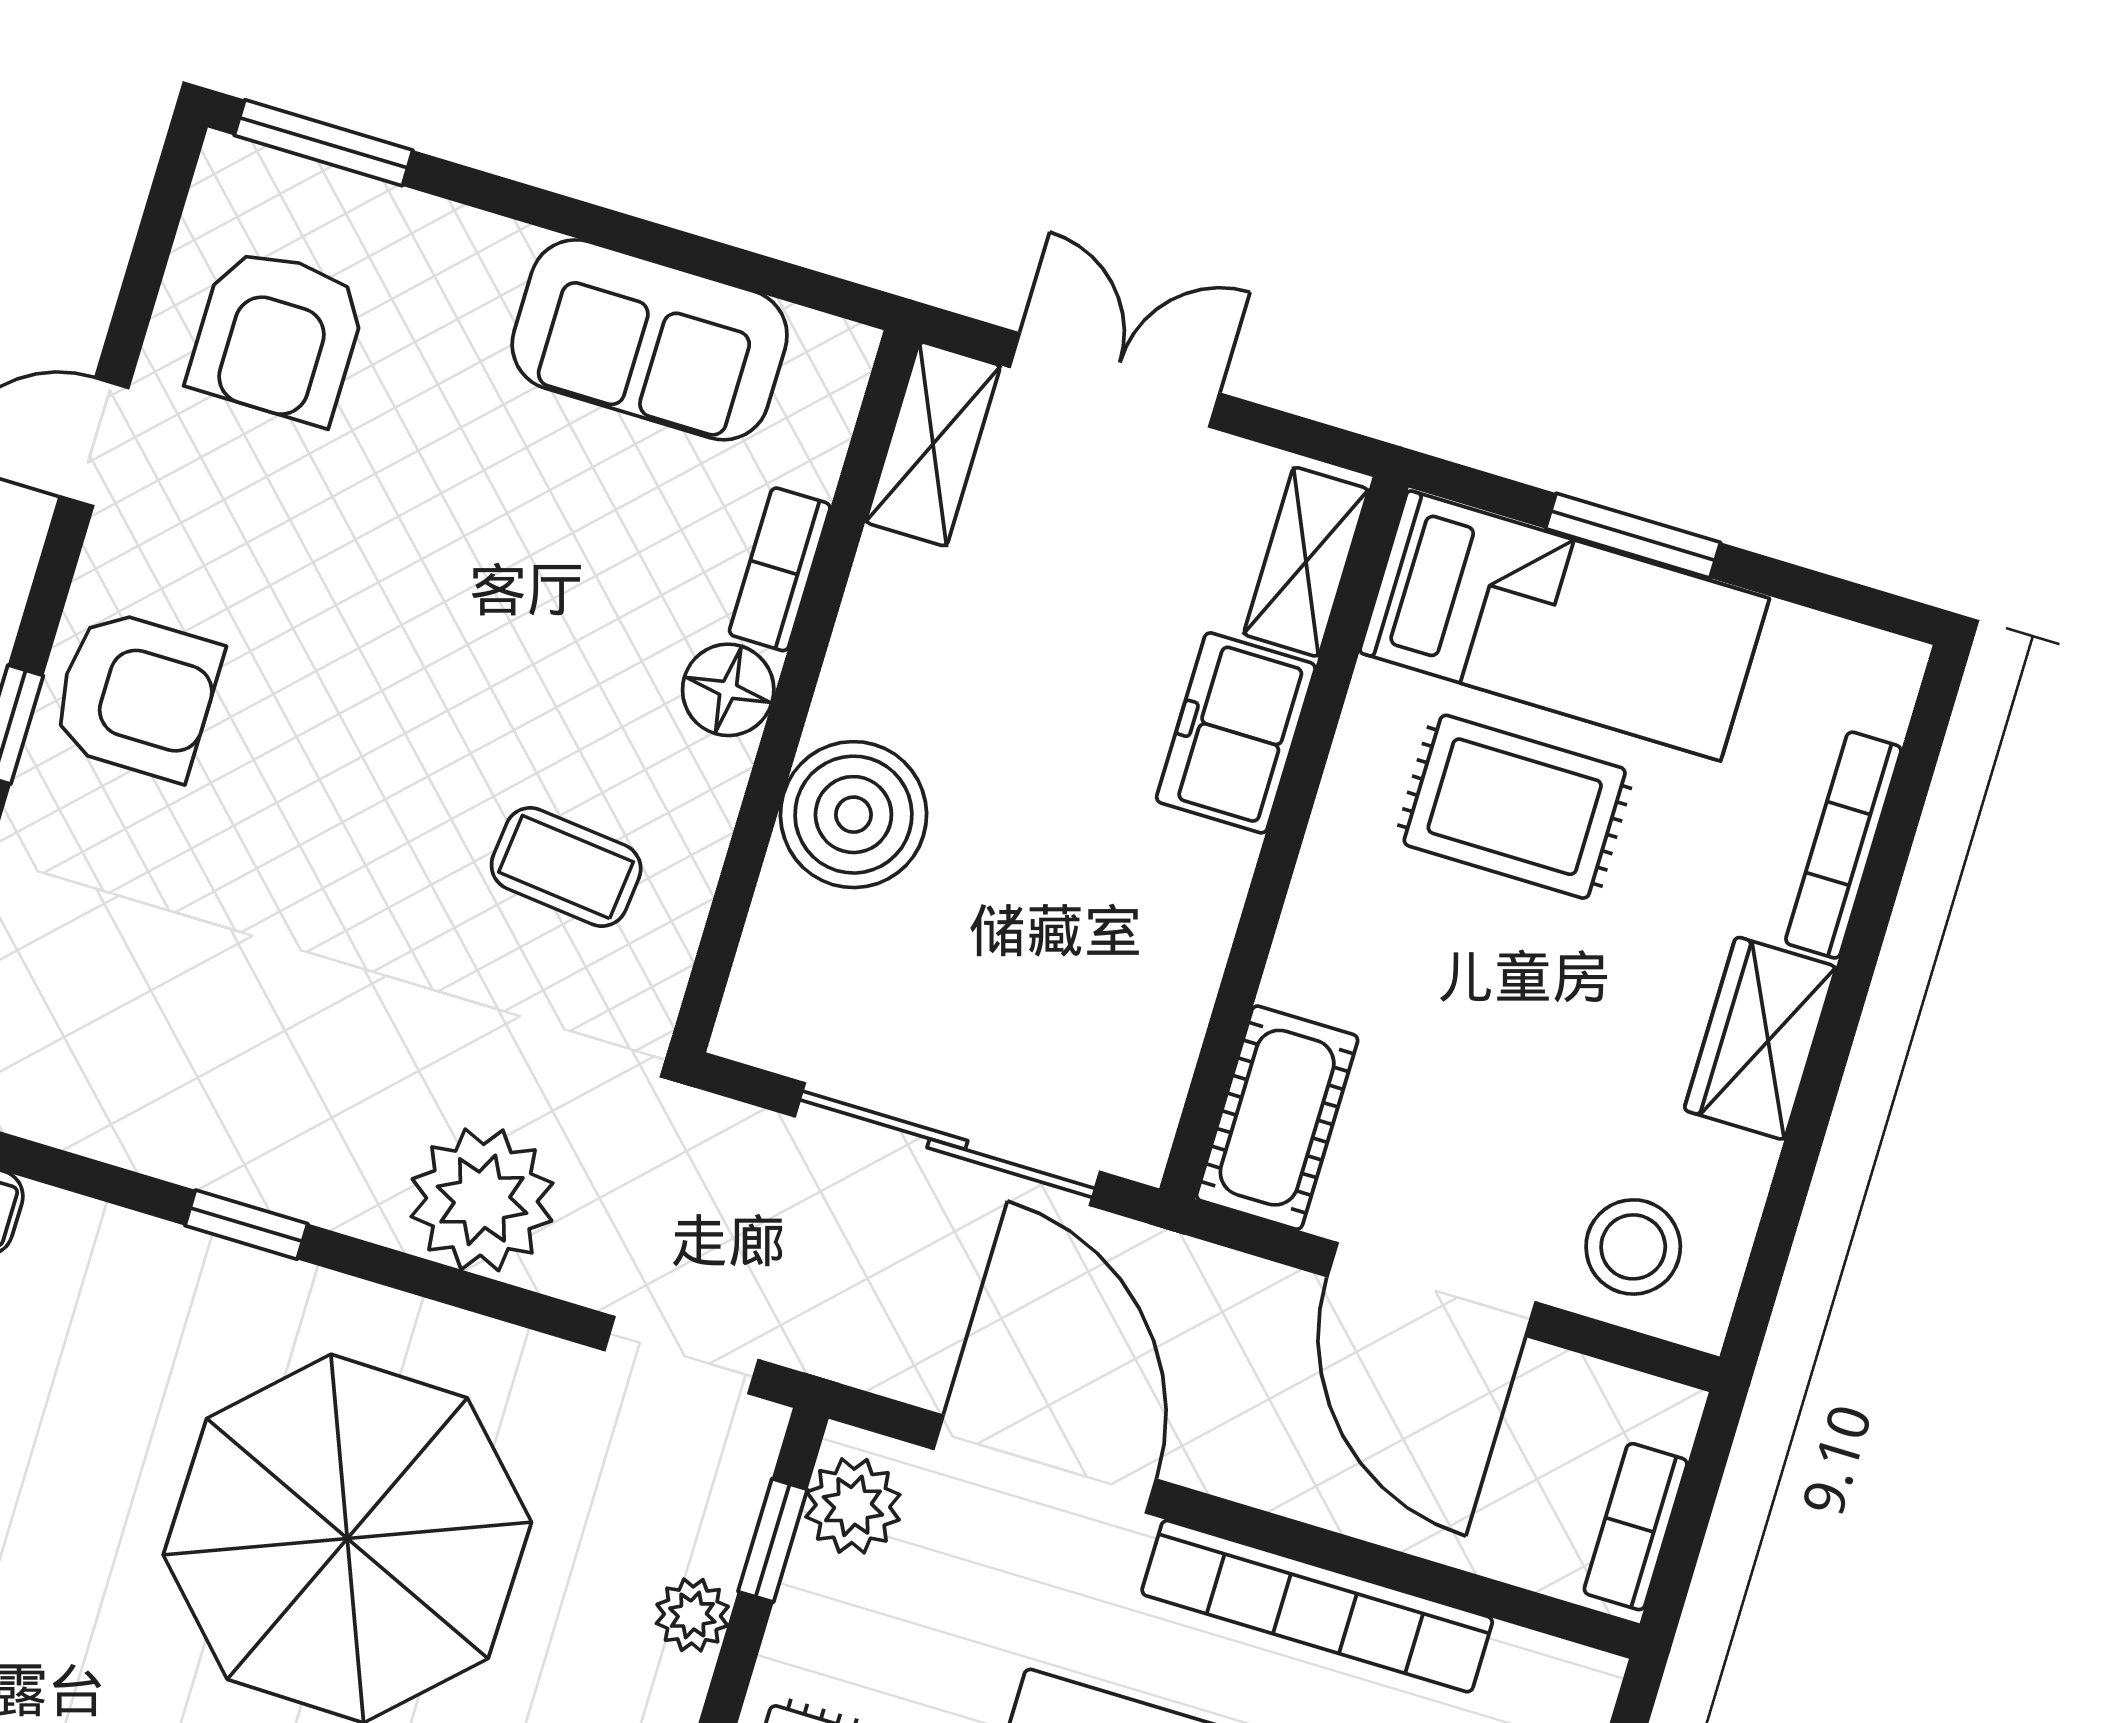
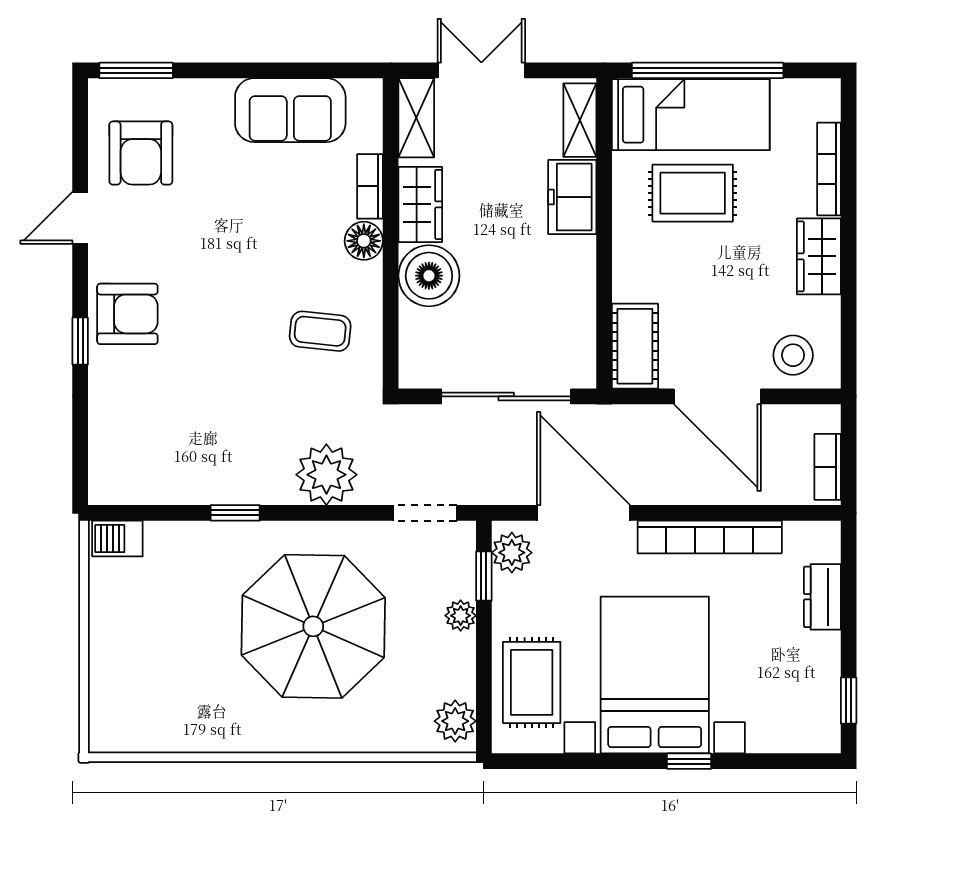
window: (1633, 536) -> (708, 70), width x2.11
wardrobe: (883, 645) -> (420, 204), added

